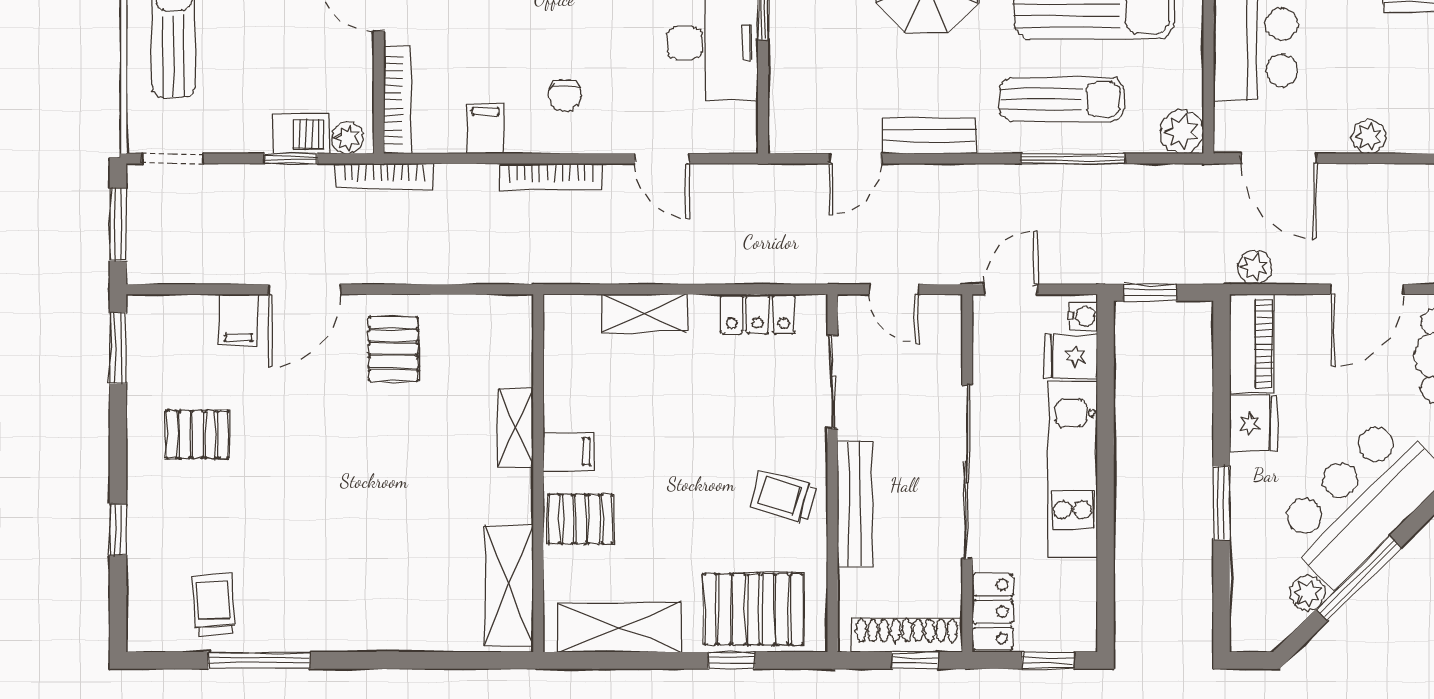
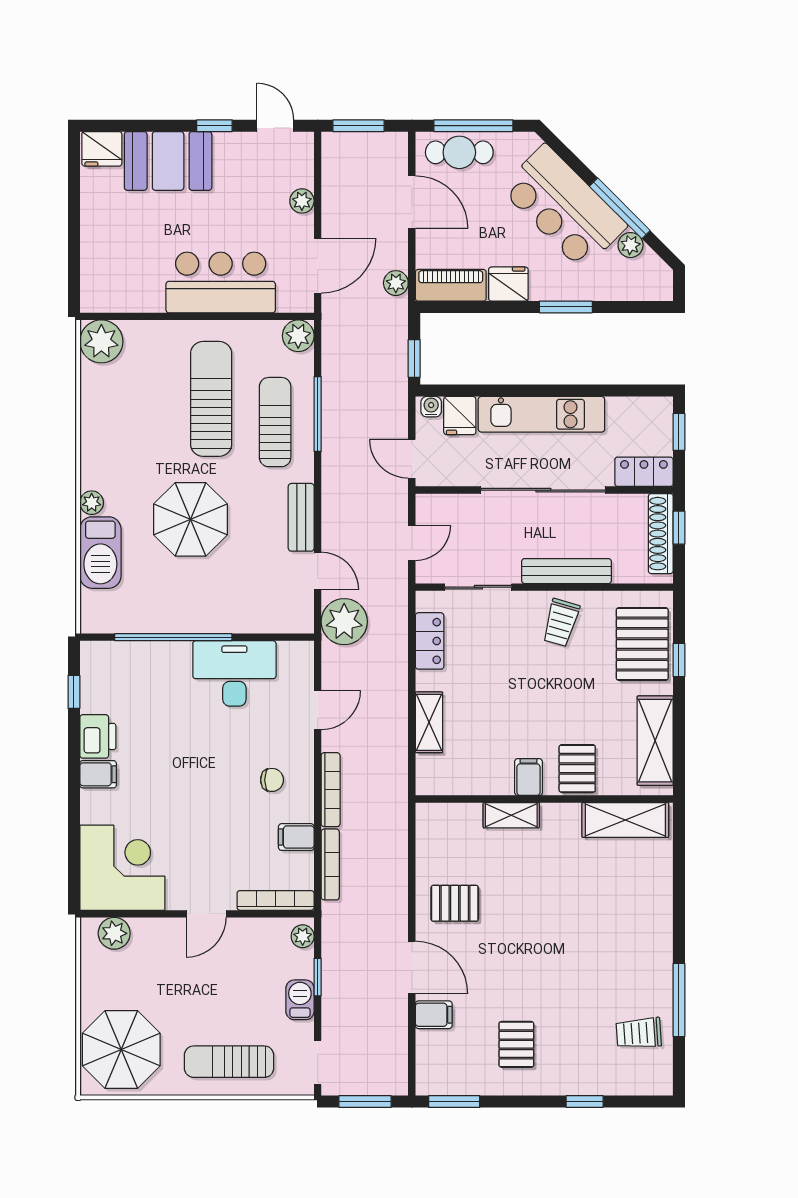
barbecue: (301, 134) -> (300, 1000), moved
bookcase: (384, 176) -> (330, 864), moved
plant: (785, 195) -> (344, 622), added

